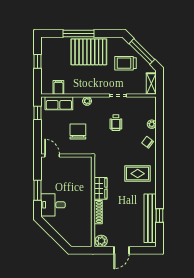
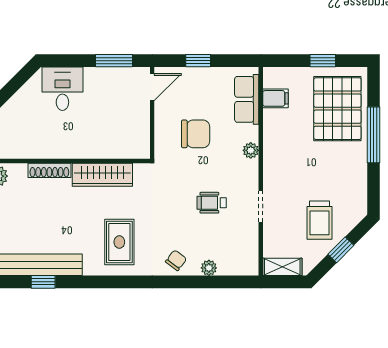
window: (142, 51) -> (341, 250), width x0.46
pallet: (89, 52) -> (337, 109), moved
trolley: (126, 63) -> (320, 220), turned 180
window: (38, 113) -> (198, 61), moved
wardrobe: (100, 188) -> (102, 175), width x1.50
window: (38, 190) -> (114, 61), moved

